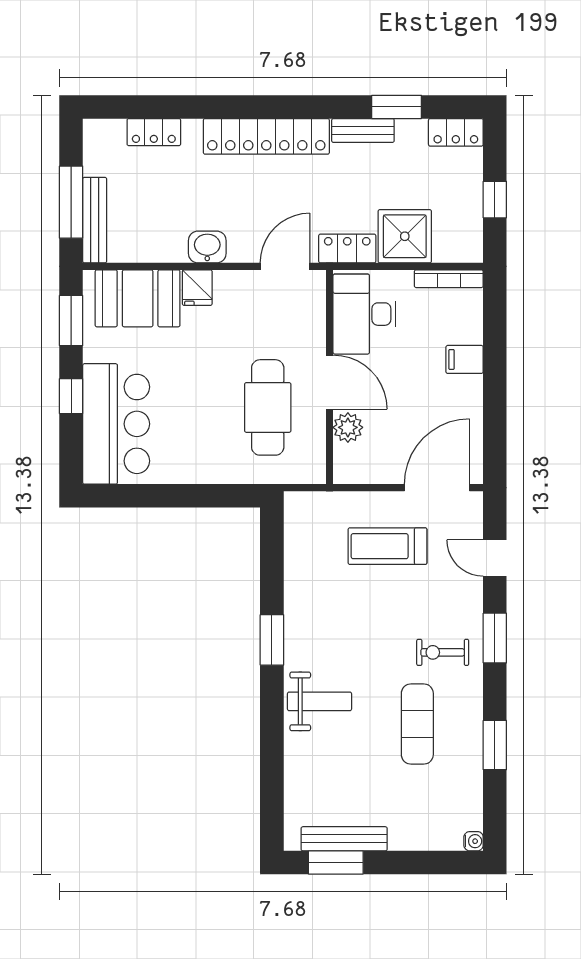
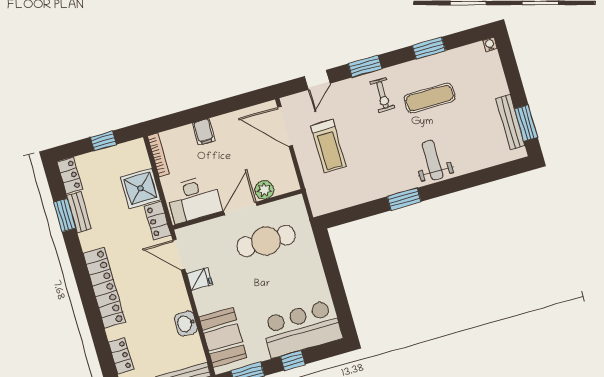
bench: (363, 130) -> (79, 212), moved
washbasin: (207, 247) -> (186, 323), moved
fridge: (197, 288) -> (199, 279), moved

